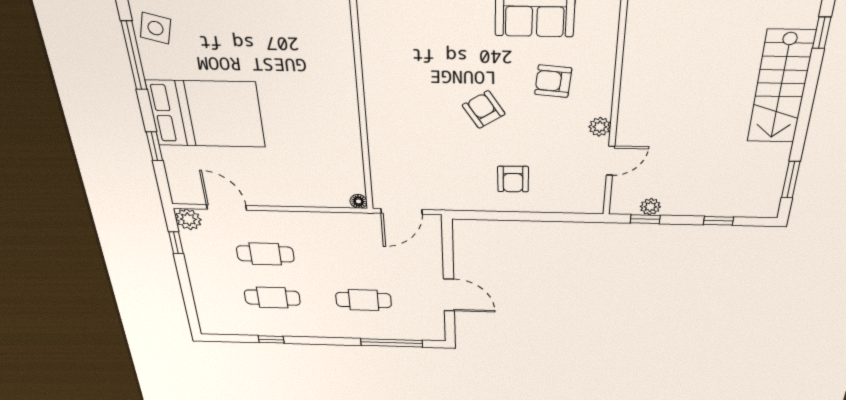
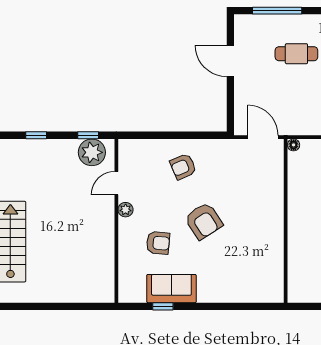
armchair: (484, 110) -> (204, 221), width x1.38, depth x1.38
armchair: (513, 179) -> (183, 167), turned -112
plant: (650, 207) -> (92, 152), width x1.87, depth x1.87
door: (402, 211) -> (263, 137), hinge flipped

